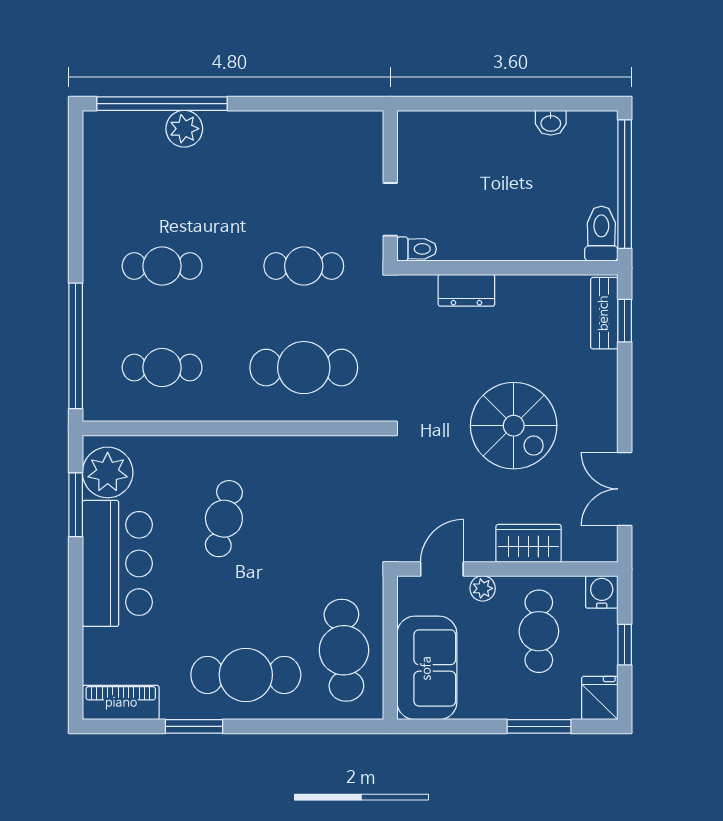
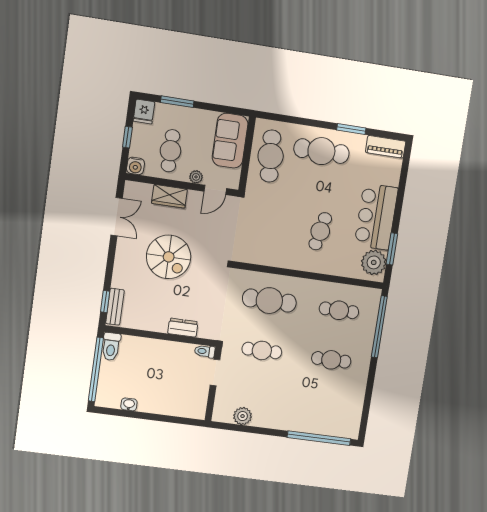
plant: (184, 129) -> (243, 416), moved
spiral stairs: (514, 426) -> (169, 257), turned 180

